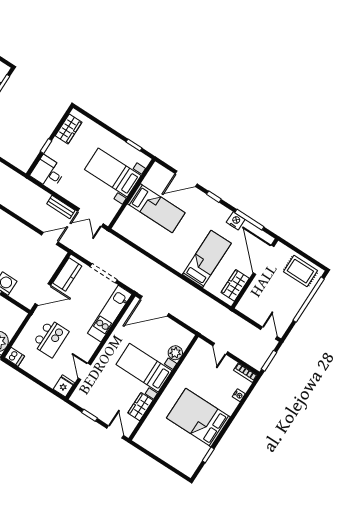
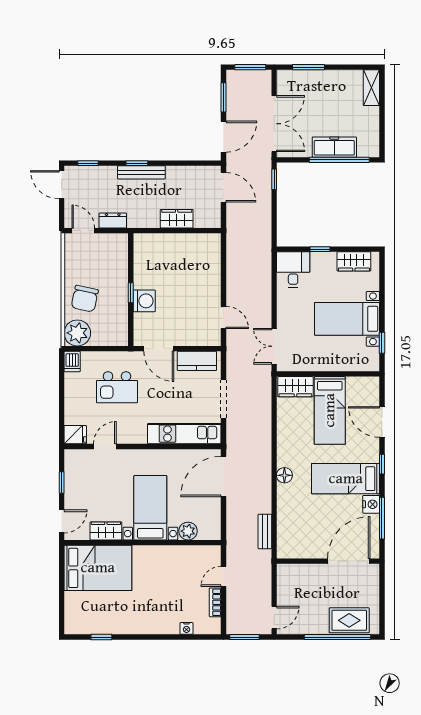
bed with nightstands: (113, 173) -> (347, 319), moved, turned -90
bench: (61, 207) -> (265, 531), moved
bed: (207, 259) -> (346, 479), moved, turned 180
floor lamp: (180, 266) -> (284, 475), added
rug: (300, 271) -> (349, 620), moved, turned 90
wardrobe: (235, 285) -> (295, 387), moved, turned 180
door: (155, 306) -> (223, 477), hinge flipped
bookcase: (245, 373) -> (215, 602), moved
bed: (198, 418) -> (98, 568), moved, turned 90

